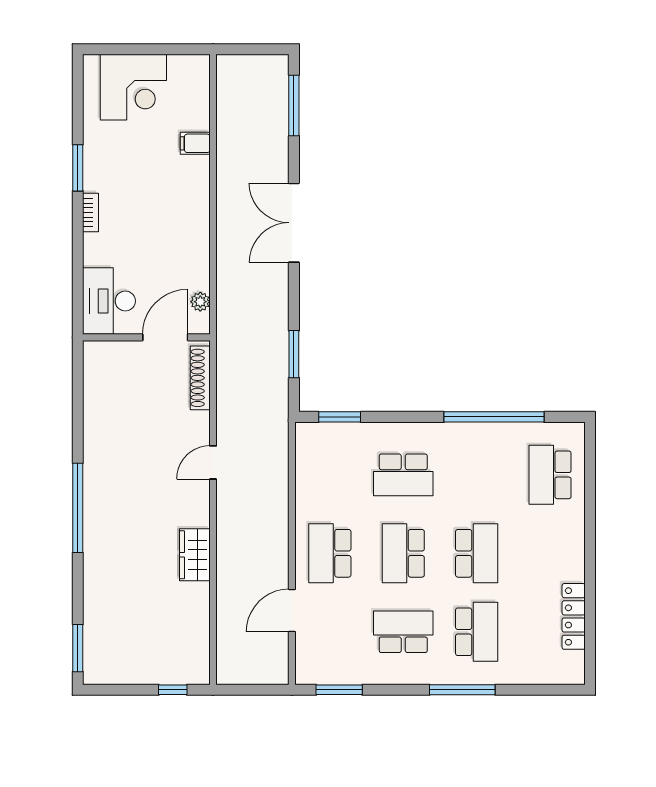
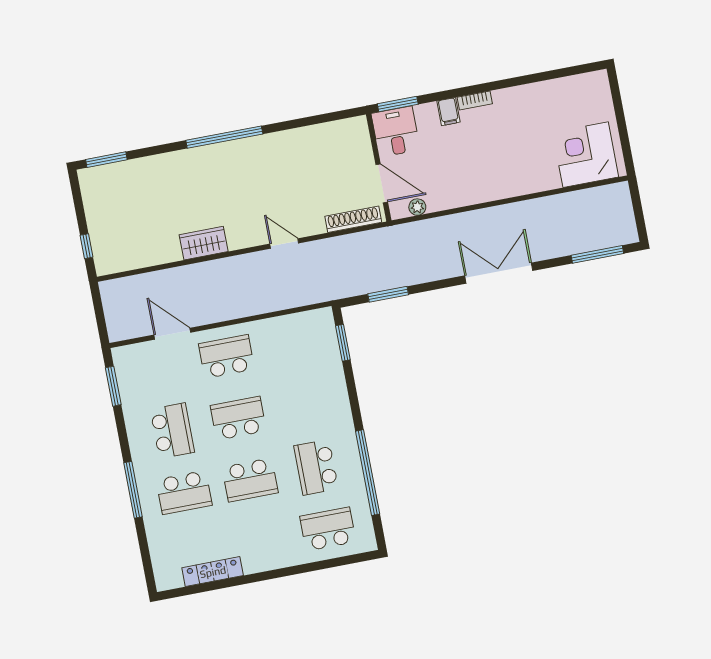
corner desk: (133, 87) -> (586, 155), moved, turned 90
filing cabinet: (195, 143) -> (448, 112), moved, turned 180
window: (78, 168) -> (398, 104), moved
desk: (109, 301) -> (396, 132), width x0.73
school desk: (403, 475) -> (316, 467), moved

